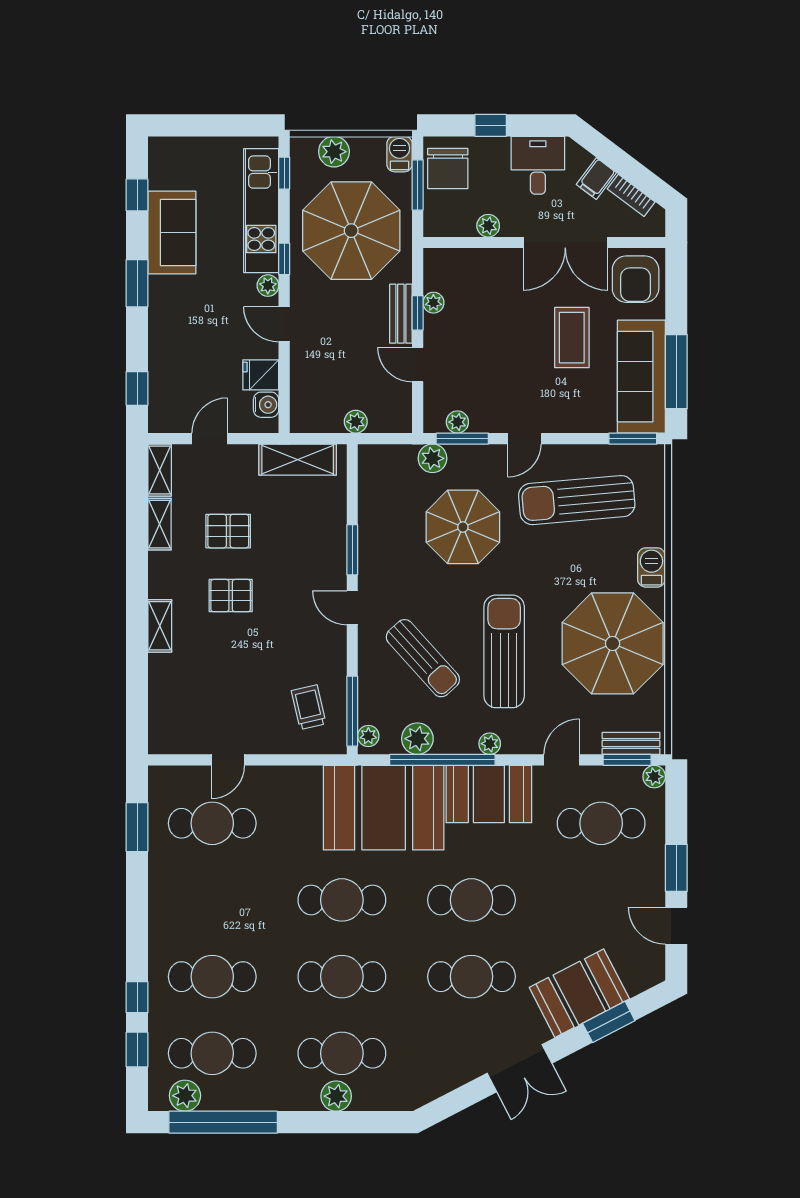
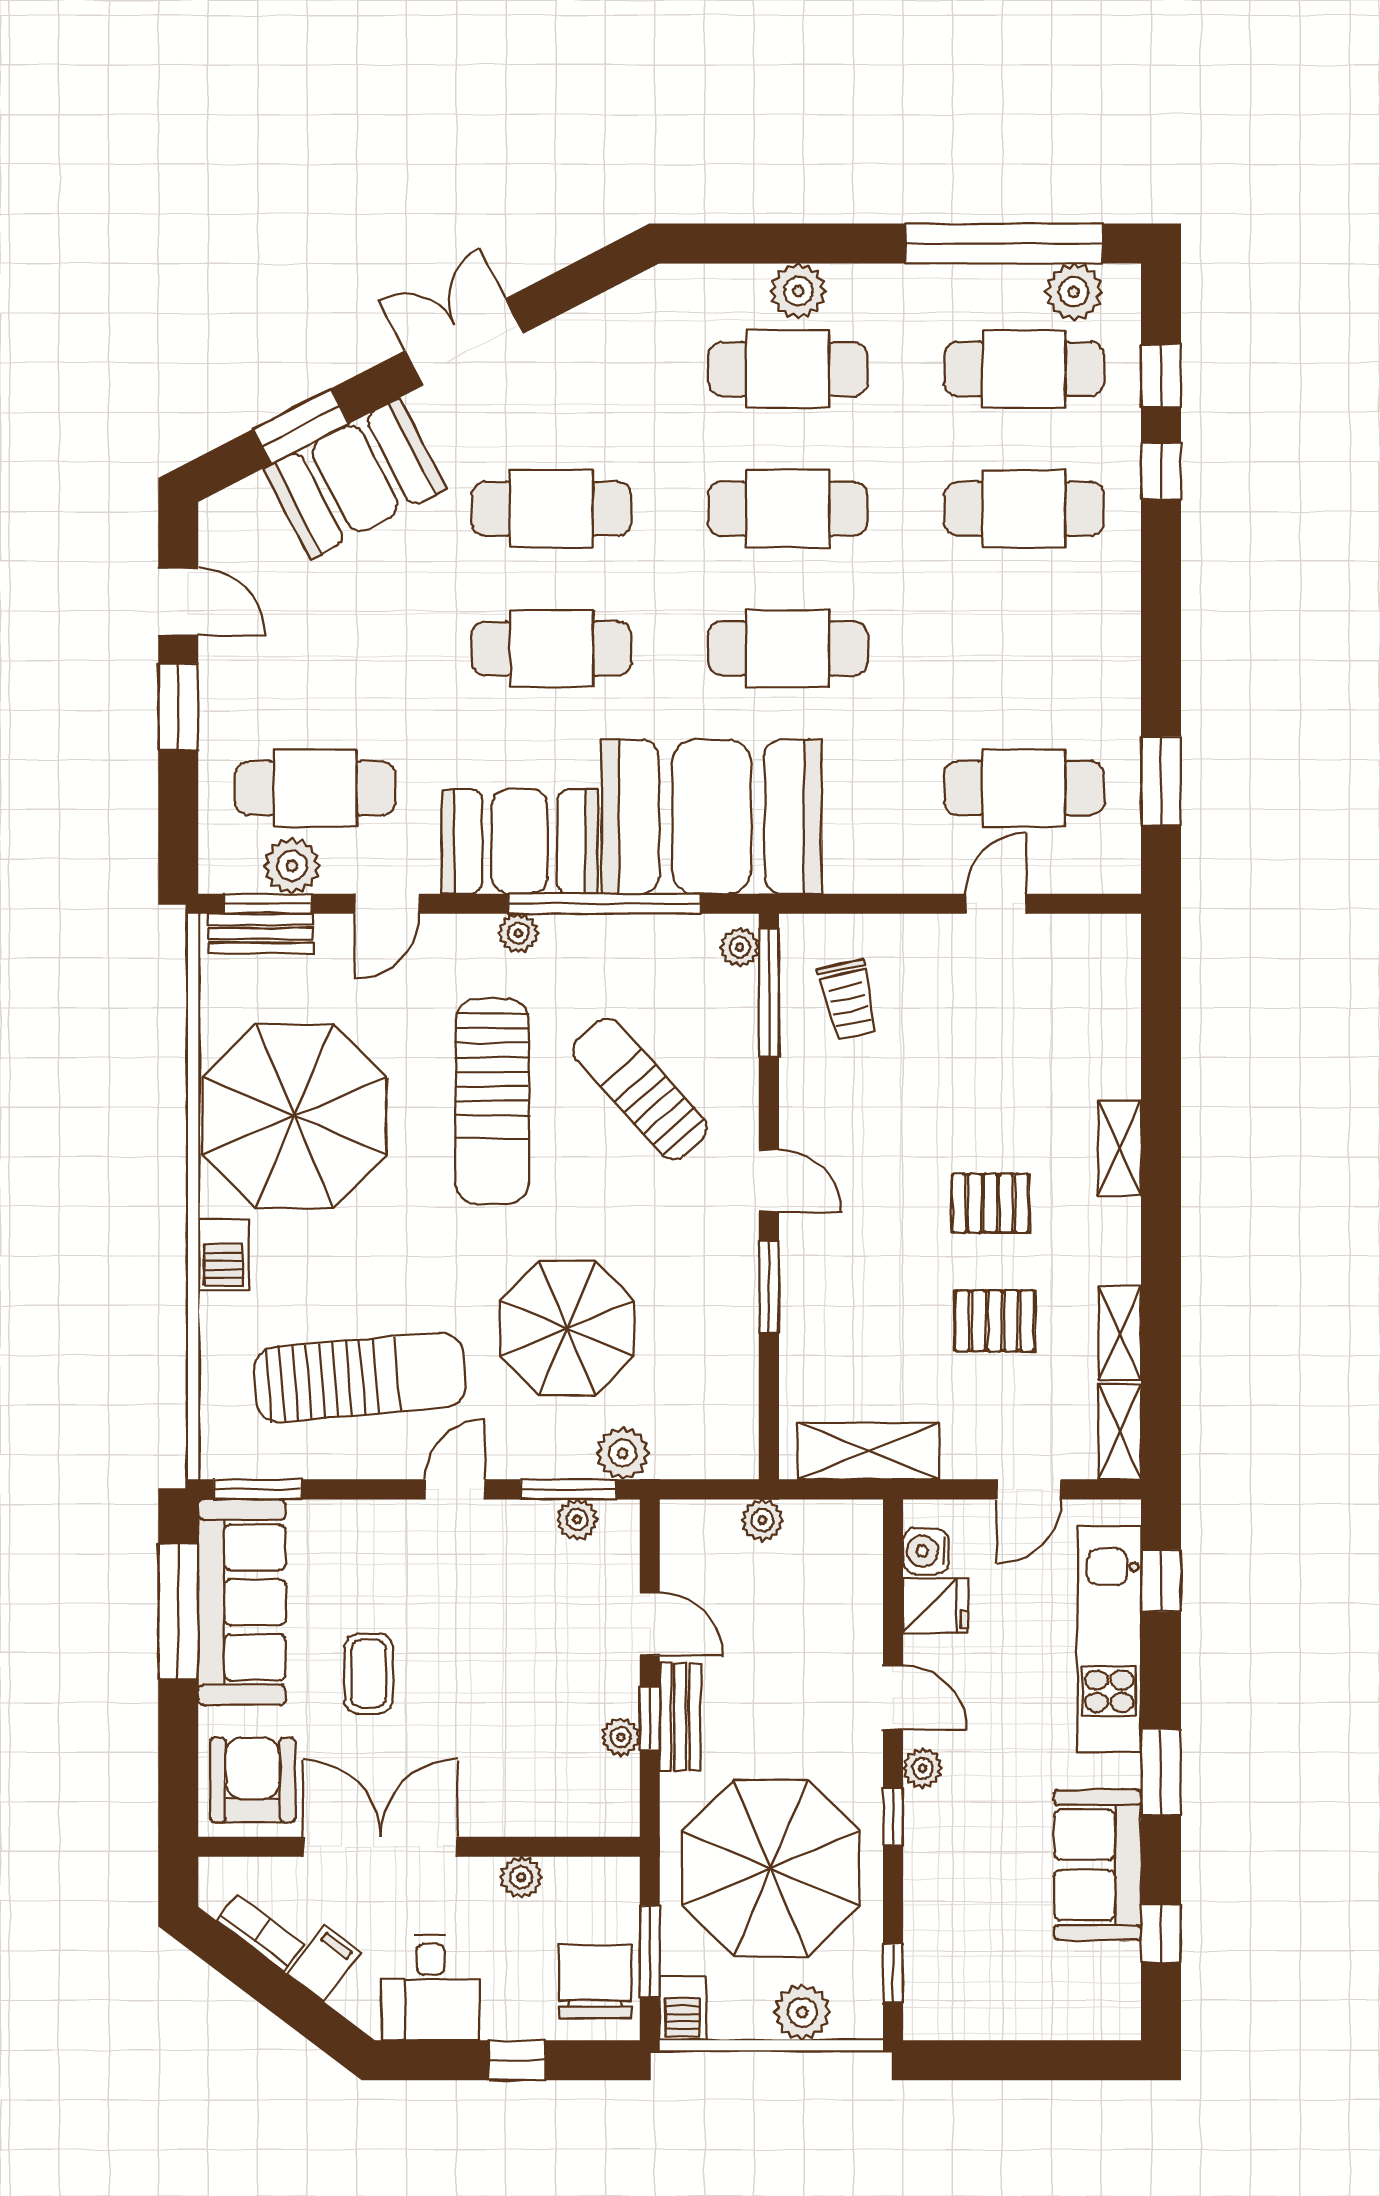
kitchen unit: (261, 211) -> (1109, 1639), moved, turned 180
coffee table: (572, 338) -> (369, 1673), width x0.73, depth x0.77
plant: (417, 739) -> (650, 942), removed
plant: (654, 777) -> (292, 866), moved, width x1.38, depth x1.38

